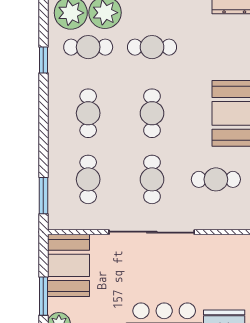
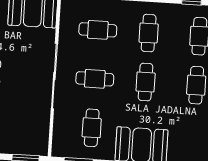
cafe table: (88, 113) -> (149, 33), turned 90
cafe table: (152, 113) -> (146, 82), turned 90

